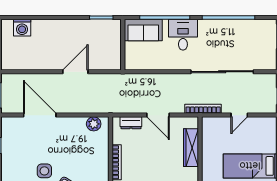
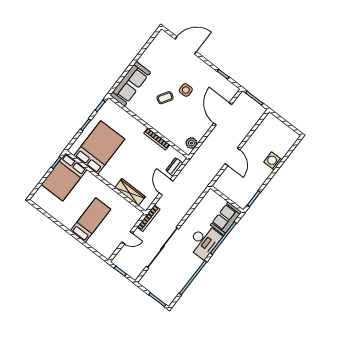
washing machine: (22, 28) -> (273, 161), moved
desk: (183, 35) -> (204, 241), width x1.37
door: (40, 115) -> (223, 114), swing flipped
door: (158, 115) -> (166, 187), hinge flipped
door: (239, 115) -> (127, 238), swing flipped

